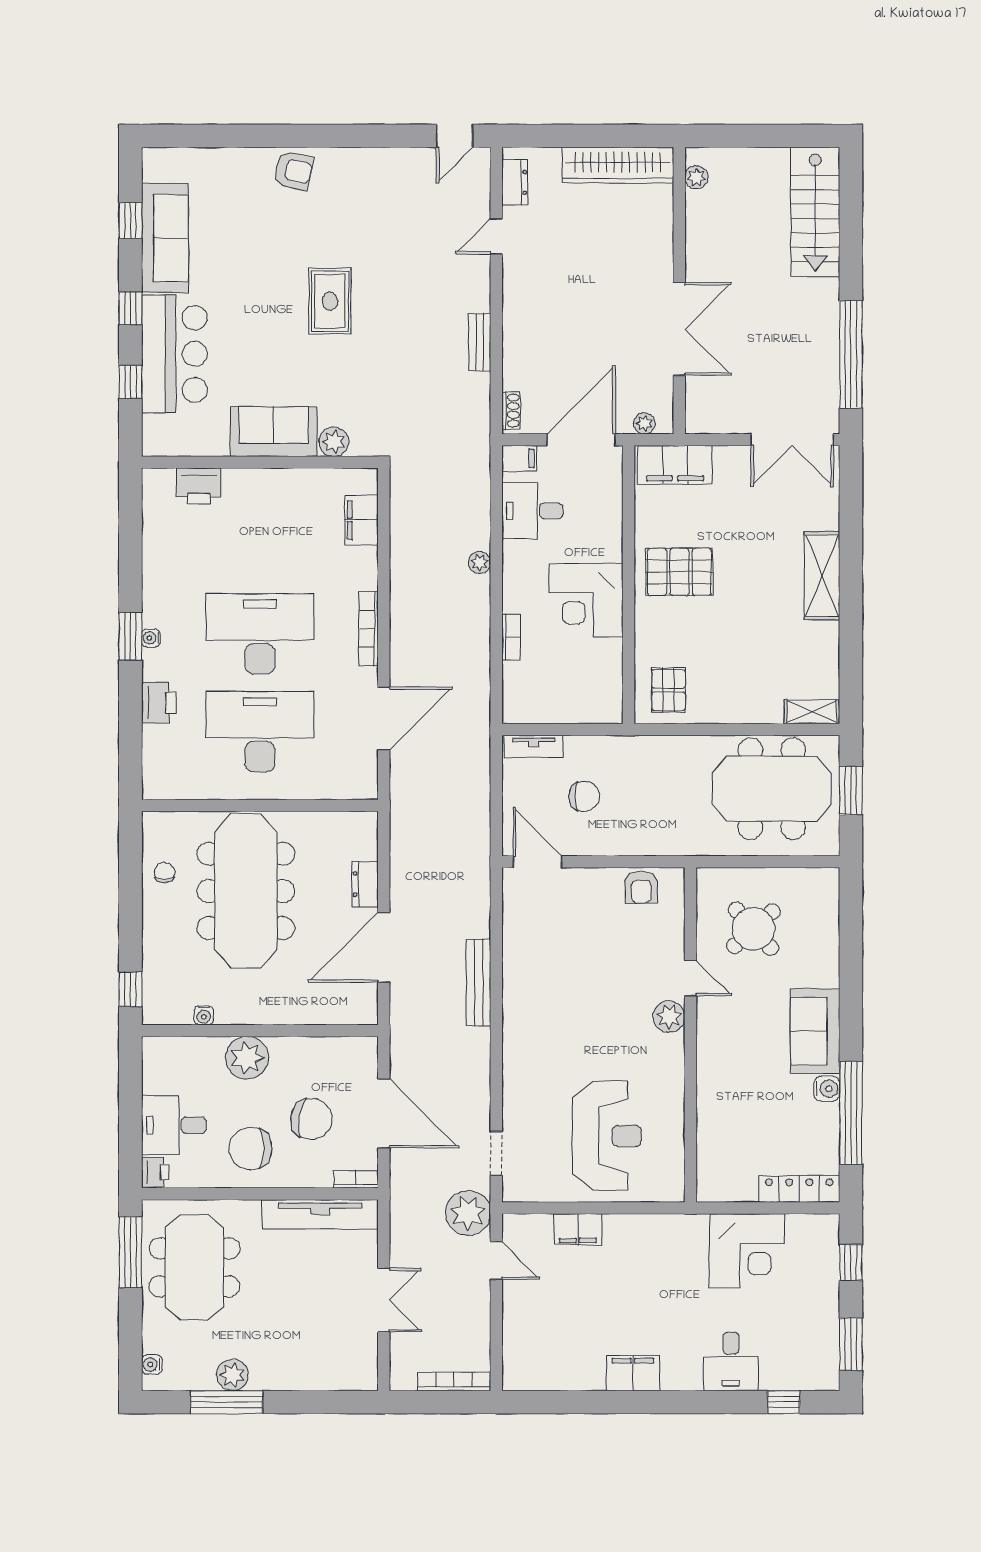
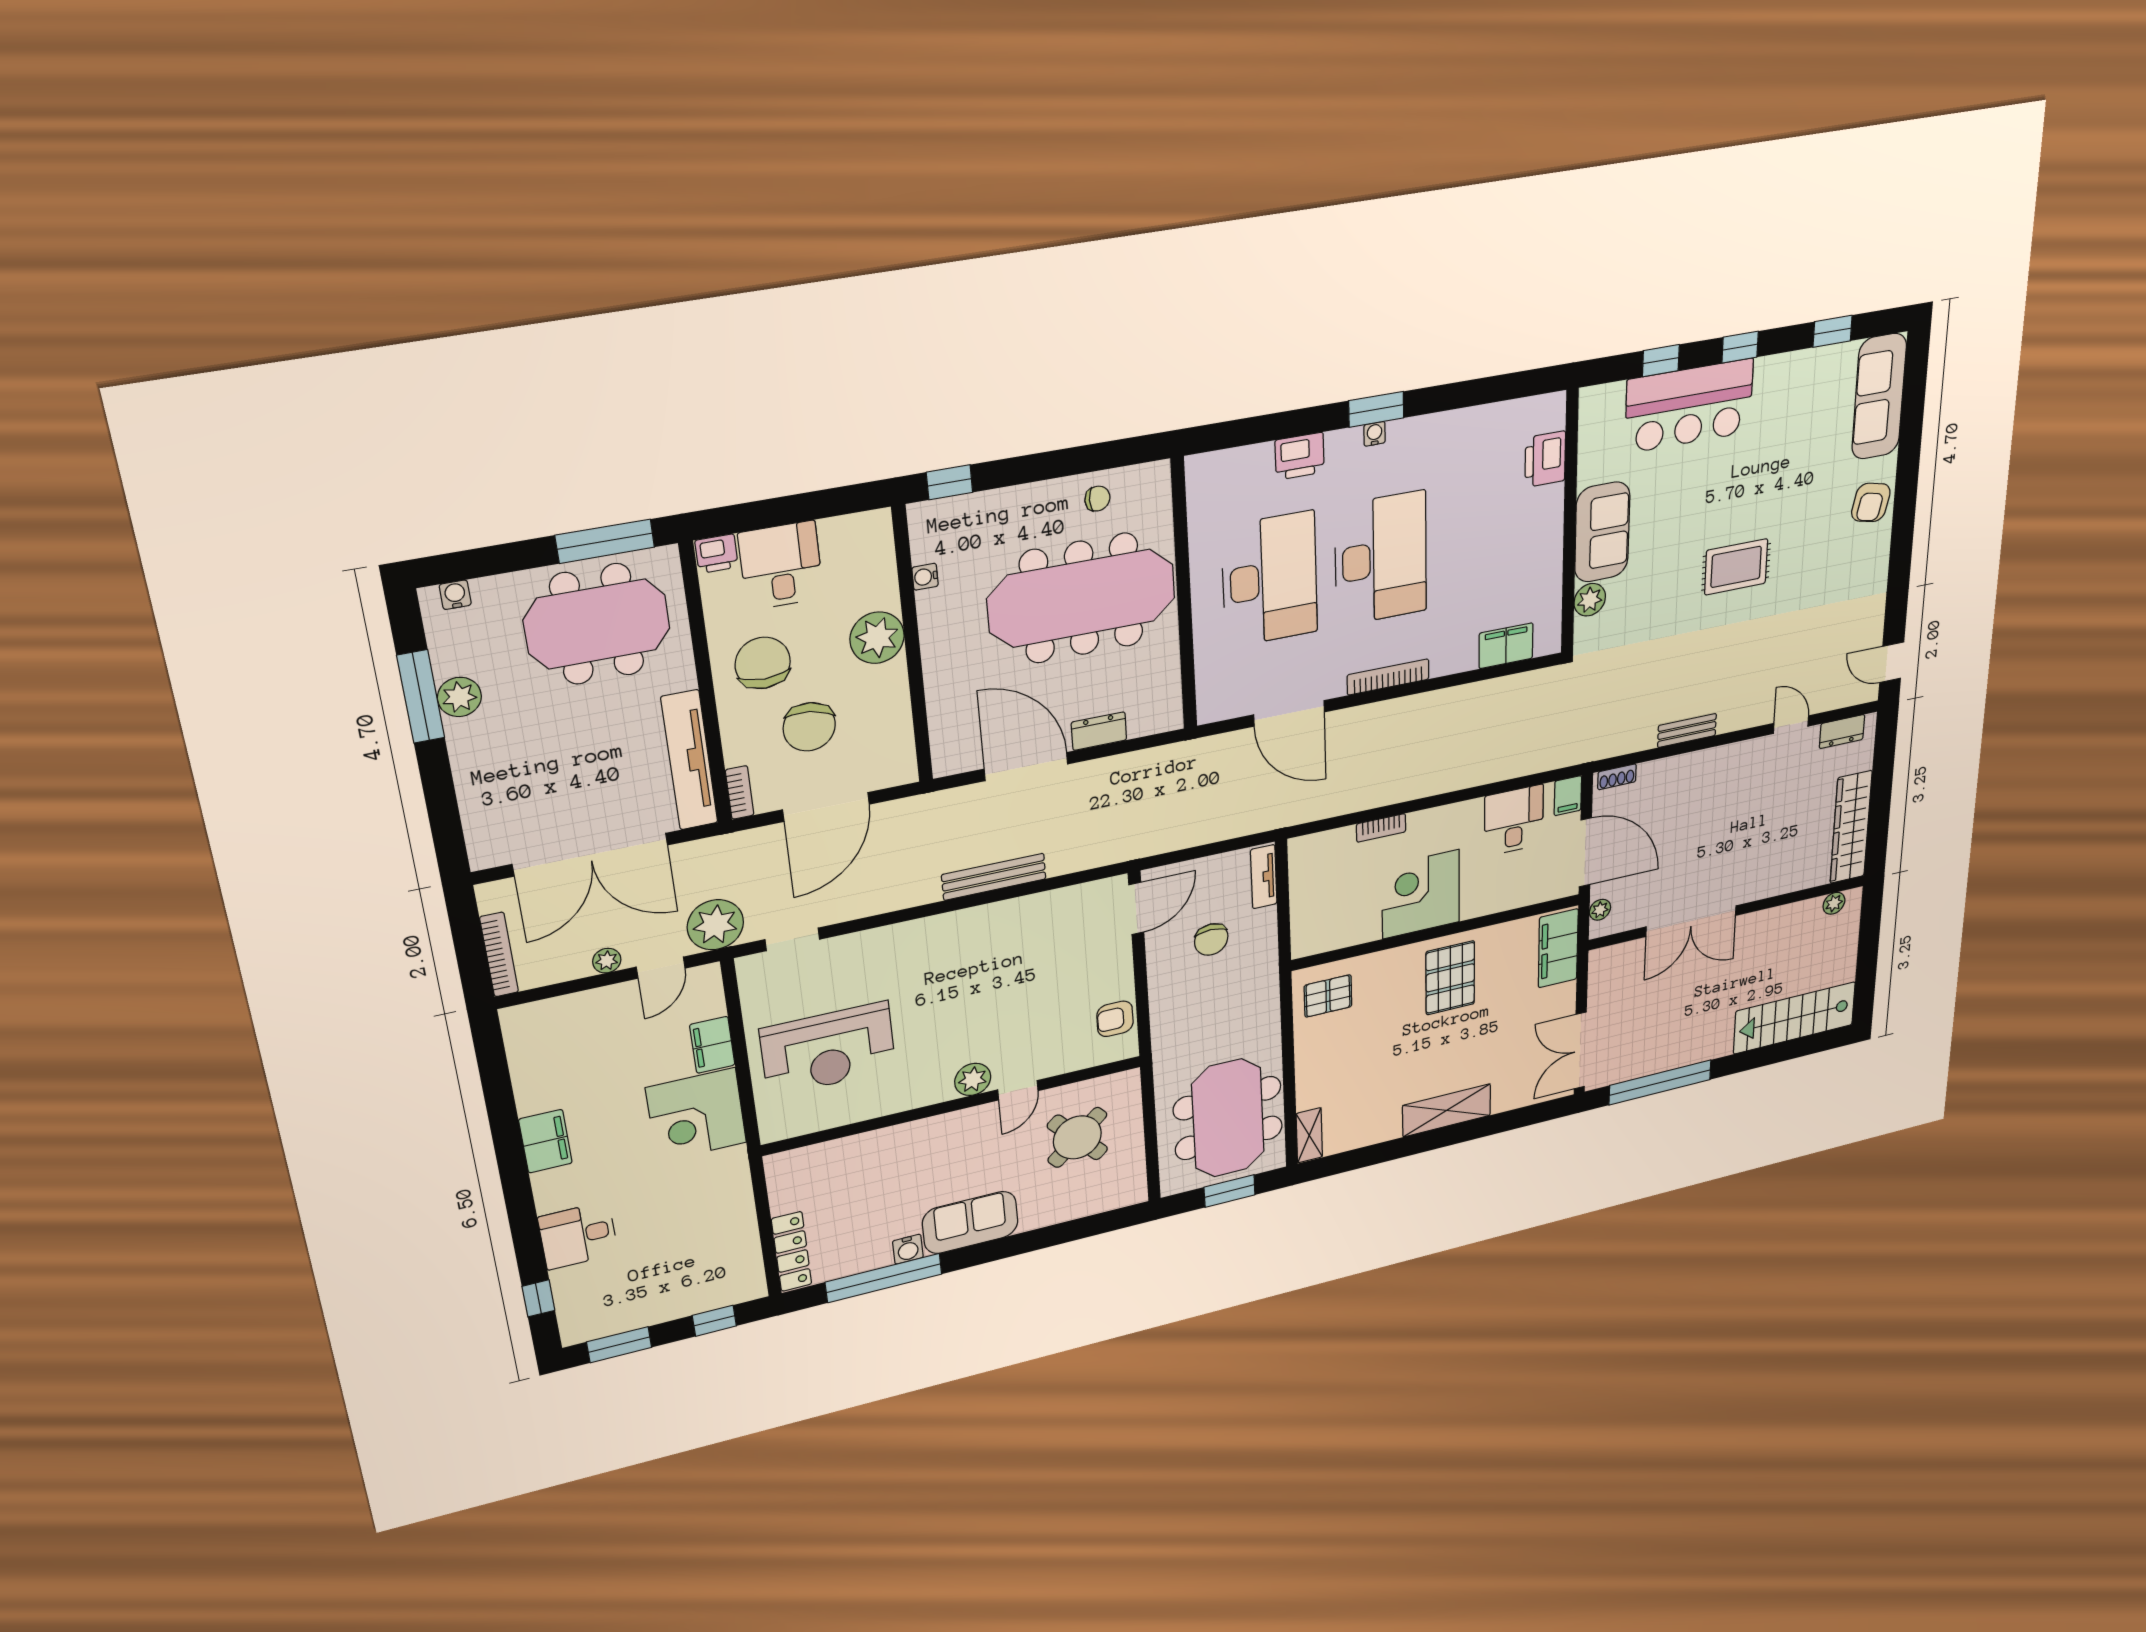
sofa: (165, 238) -> (1879, 397), moved, turned 90
plant: (480, 563) -> (607, 961), moved
corner desk: (747, 1251) -> (696, 1115), moved
double door: (384, 1300) -> (591, 855), width x1.87

